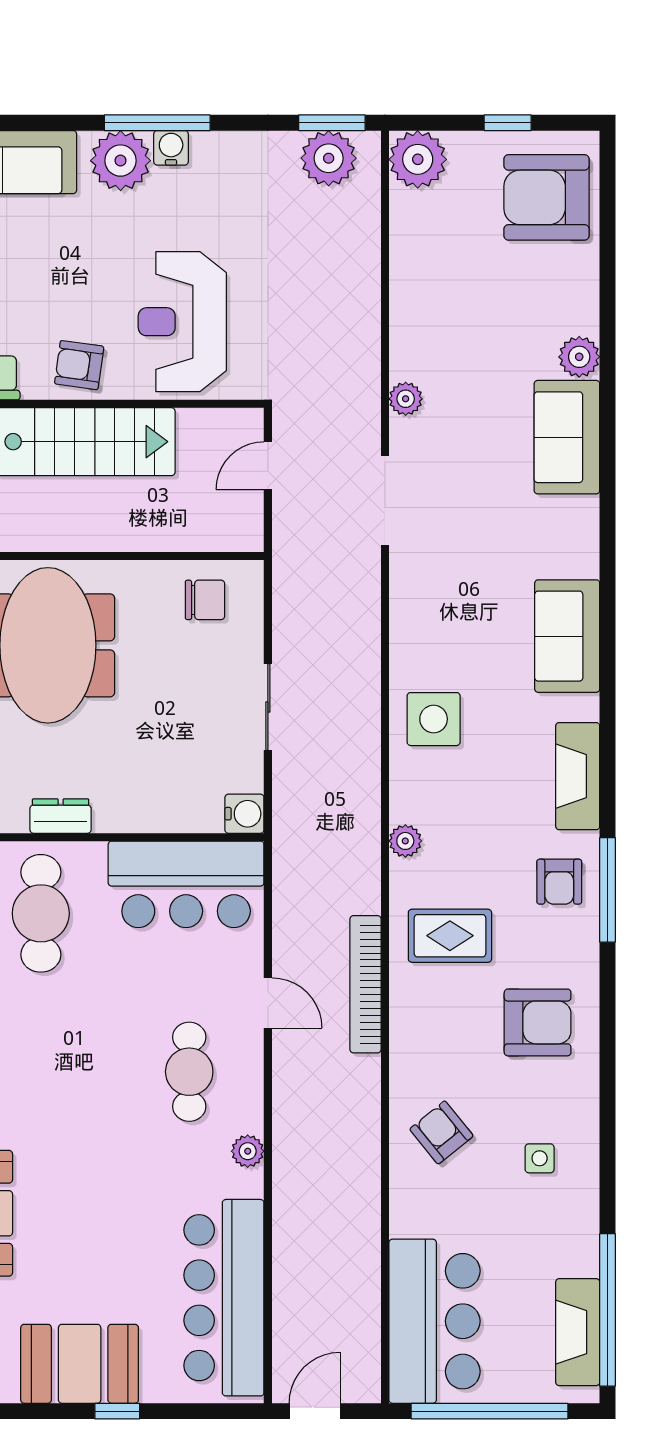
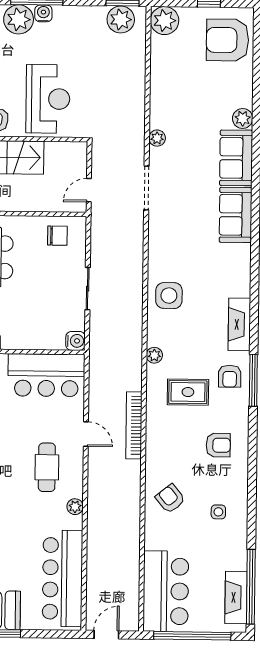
reception desk: (182, 322) -> (48, 99), turned 180
door: (268, 466) -> (89, 190), moved
sofa: (567, 636) -> (236, 215), moved
rug: (450, 936) -> (188, 392), moved
armchair: (538, 1022) -> (218, 445), width x0.72, depth x0.72

